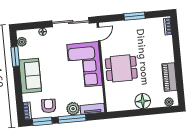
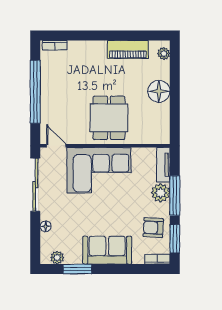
window: (135, 16) -> (35, 92), width x2.11

